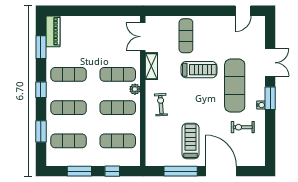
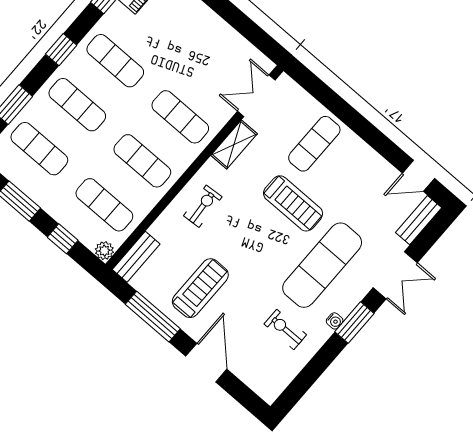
bench: (260, 30) -> (419, 220), added
plant: (135, 89) -> (104, 251), moved
bench: (151, 151) -> (136, 257), added
door: (221, 171) -> (206, 363), width x0.73

